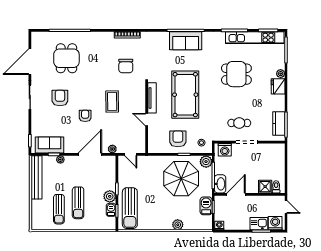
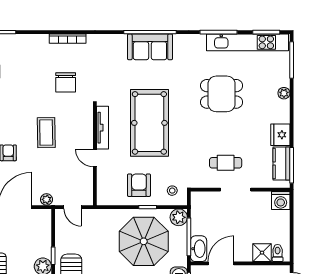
fridge: (278, 86) -> (280, 135), moved
washing machine: (225, 150) -> (281, 201), moved

